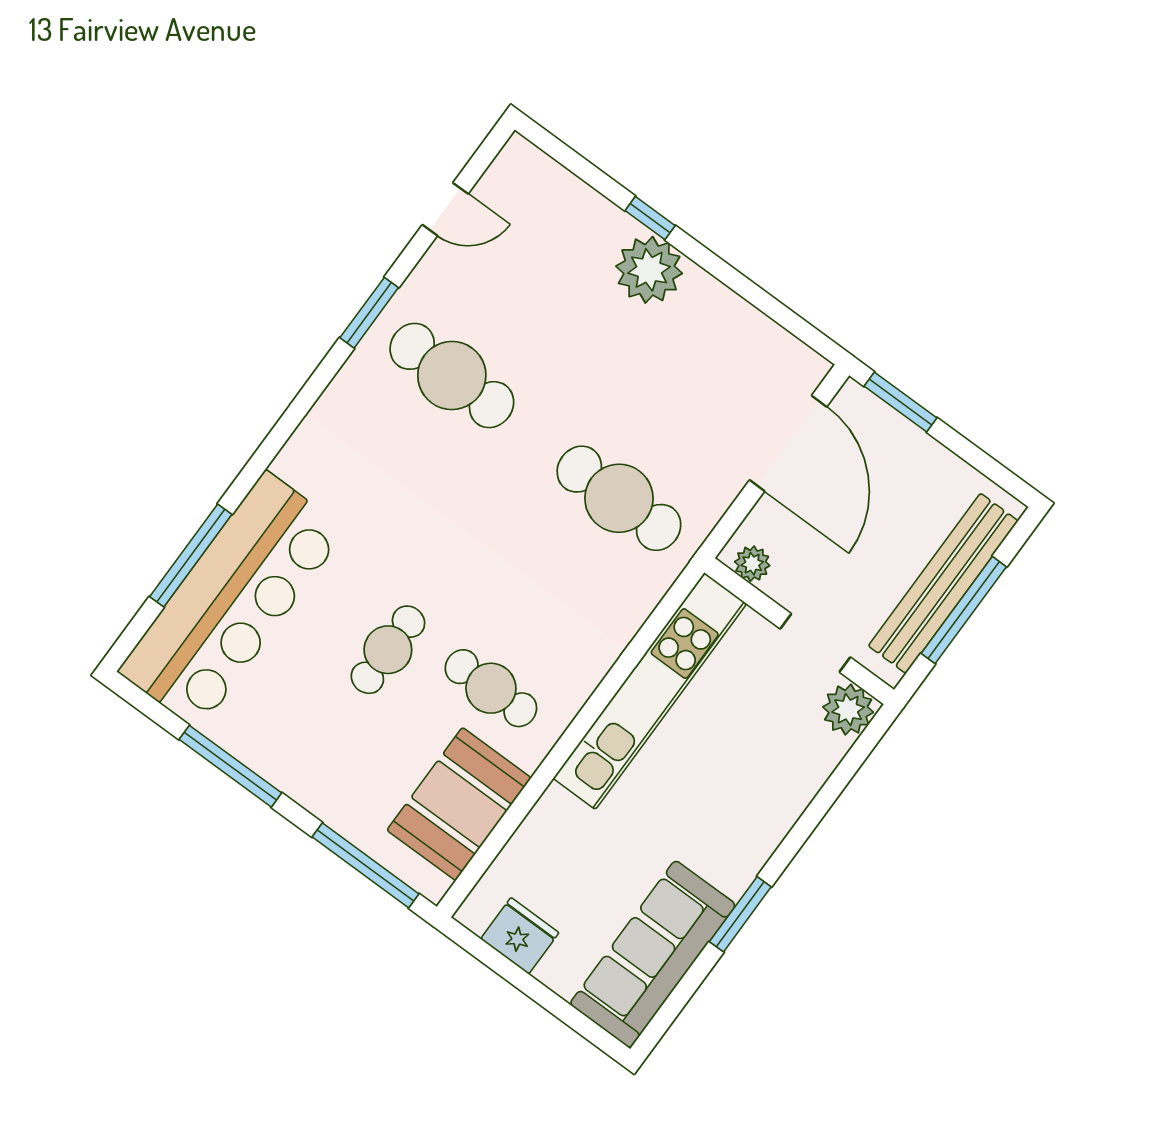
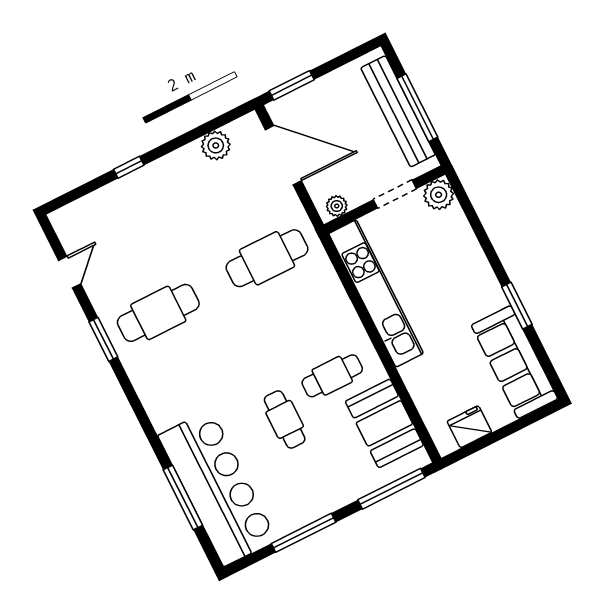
plant: (649, 270) -> (216, 145), moved, width x0.73, depth x0.73

